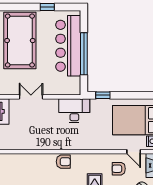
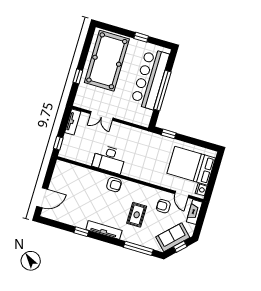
double door: (31, 97) -> (102, 116), swing flipped
desk: (74, 111) -> (109, 159), moved, turned 180

